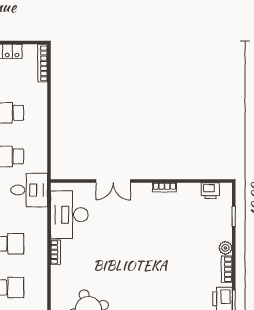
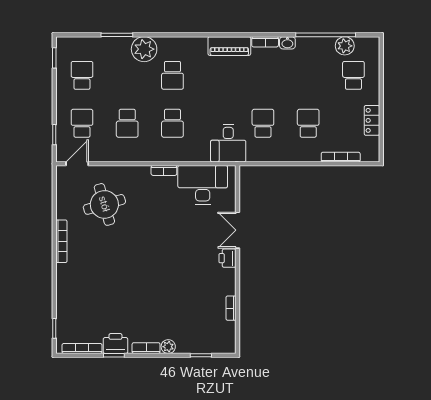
bookcase: (43, 63) -> (341, 157), moved
bookcase: (164, 187) -> (231, 308), moved
printer: (210, 191) -> (227, 258), moved

